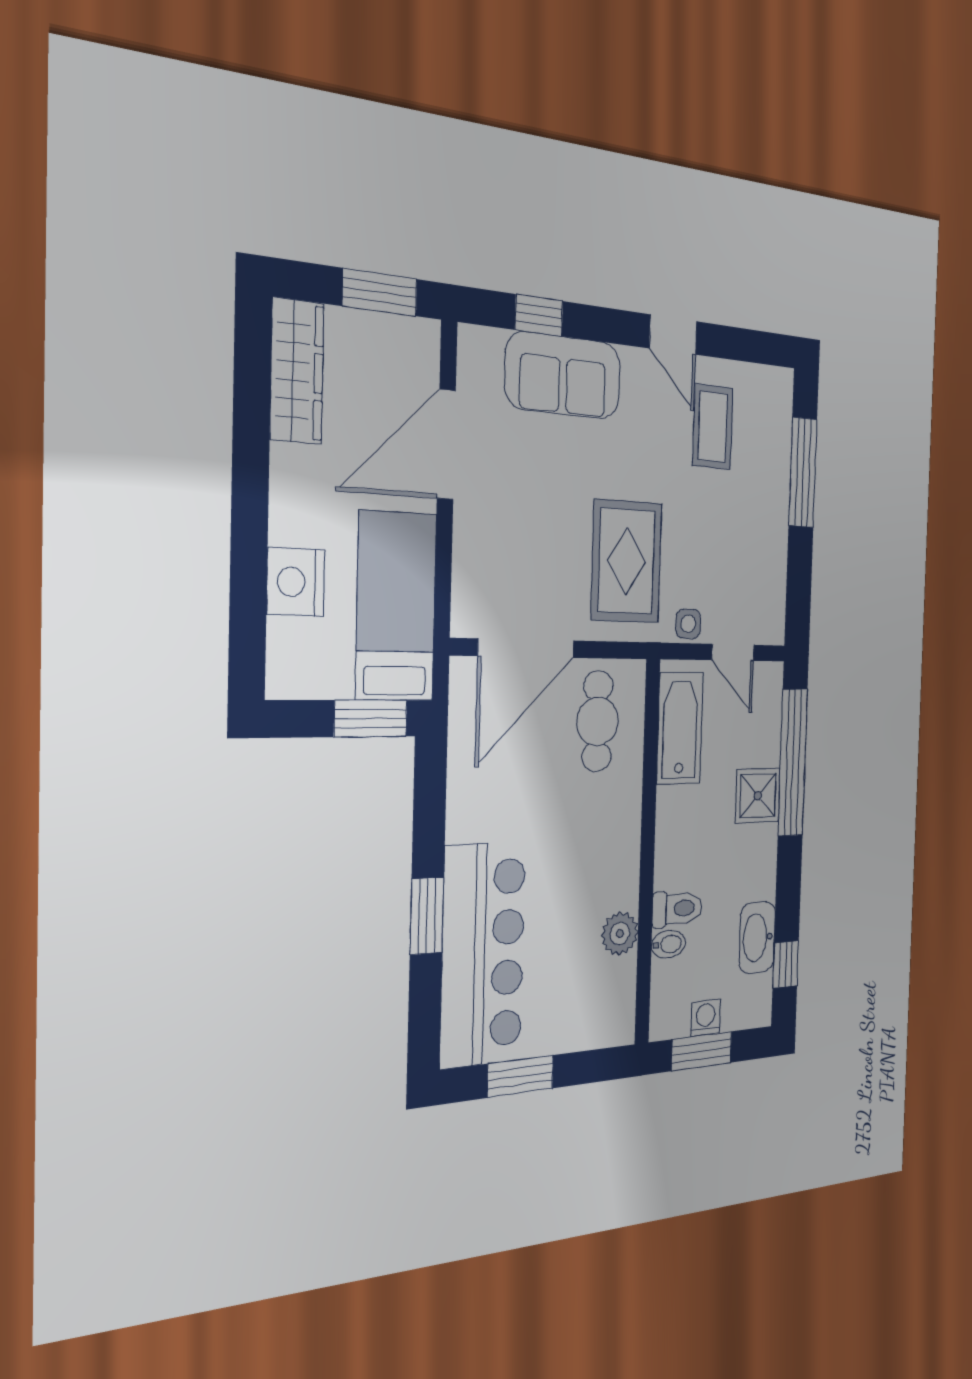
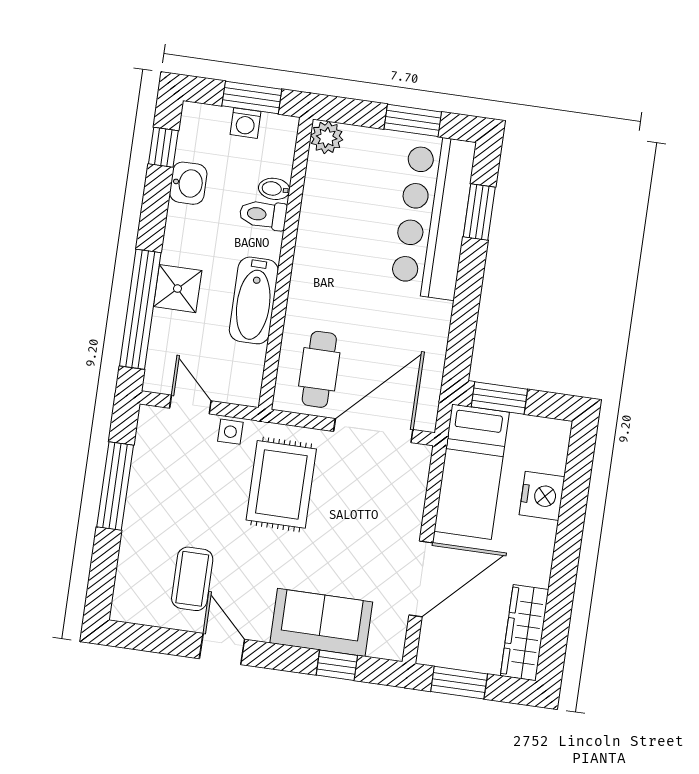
window: (803, 472) -> (115, 486), moved
bathtub: (680, 728) -> (254, 300), moved
window: (427, 916) -> (479, 212), moved
plant: (620, 934) -> (327, 137), moved
washbasin: (757, 937) -> (188, 183), width x0.72

